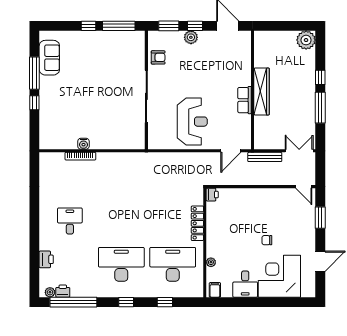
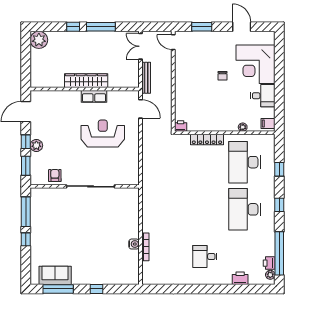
window: (34, 73) -> (58, 289), moved
reception desk: (192, 122) -> (103, 134), moved
door: (304, 187) -> (173, 42), swing flipped

